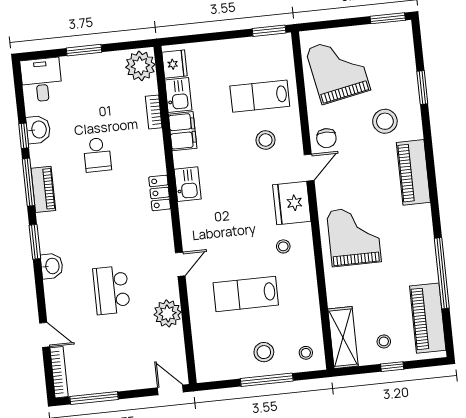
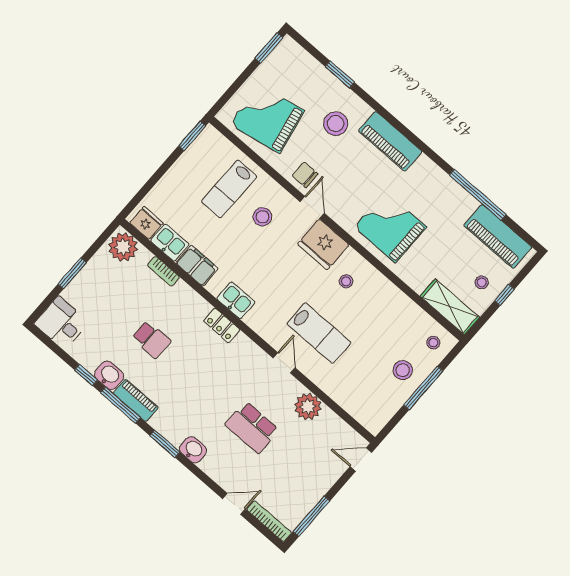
washbasin: (38, 130) -> (109, 375), moved
chair: (326, 138) -> (305, 175), turned 180
lab bench: (246, 294) -> (319, 333), moved, turned -90

